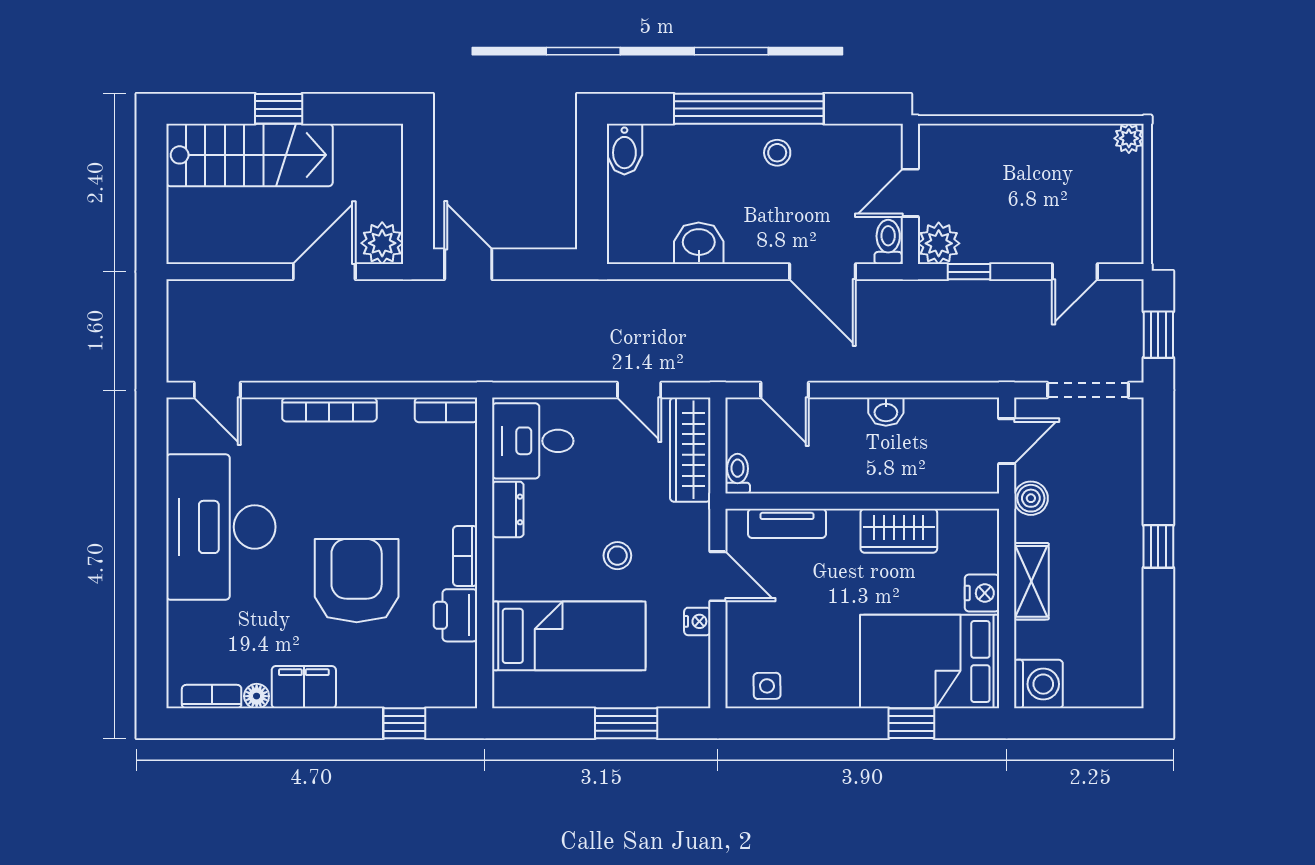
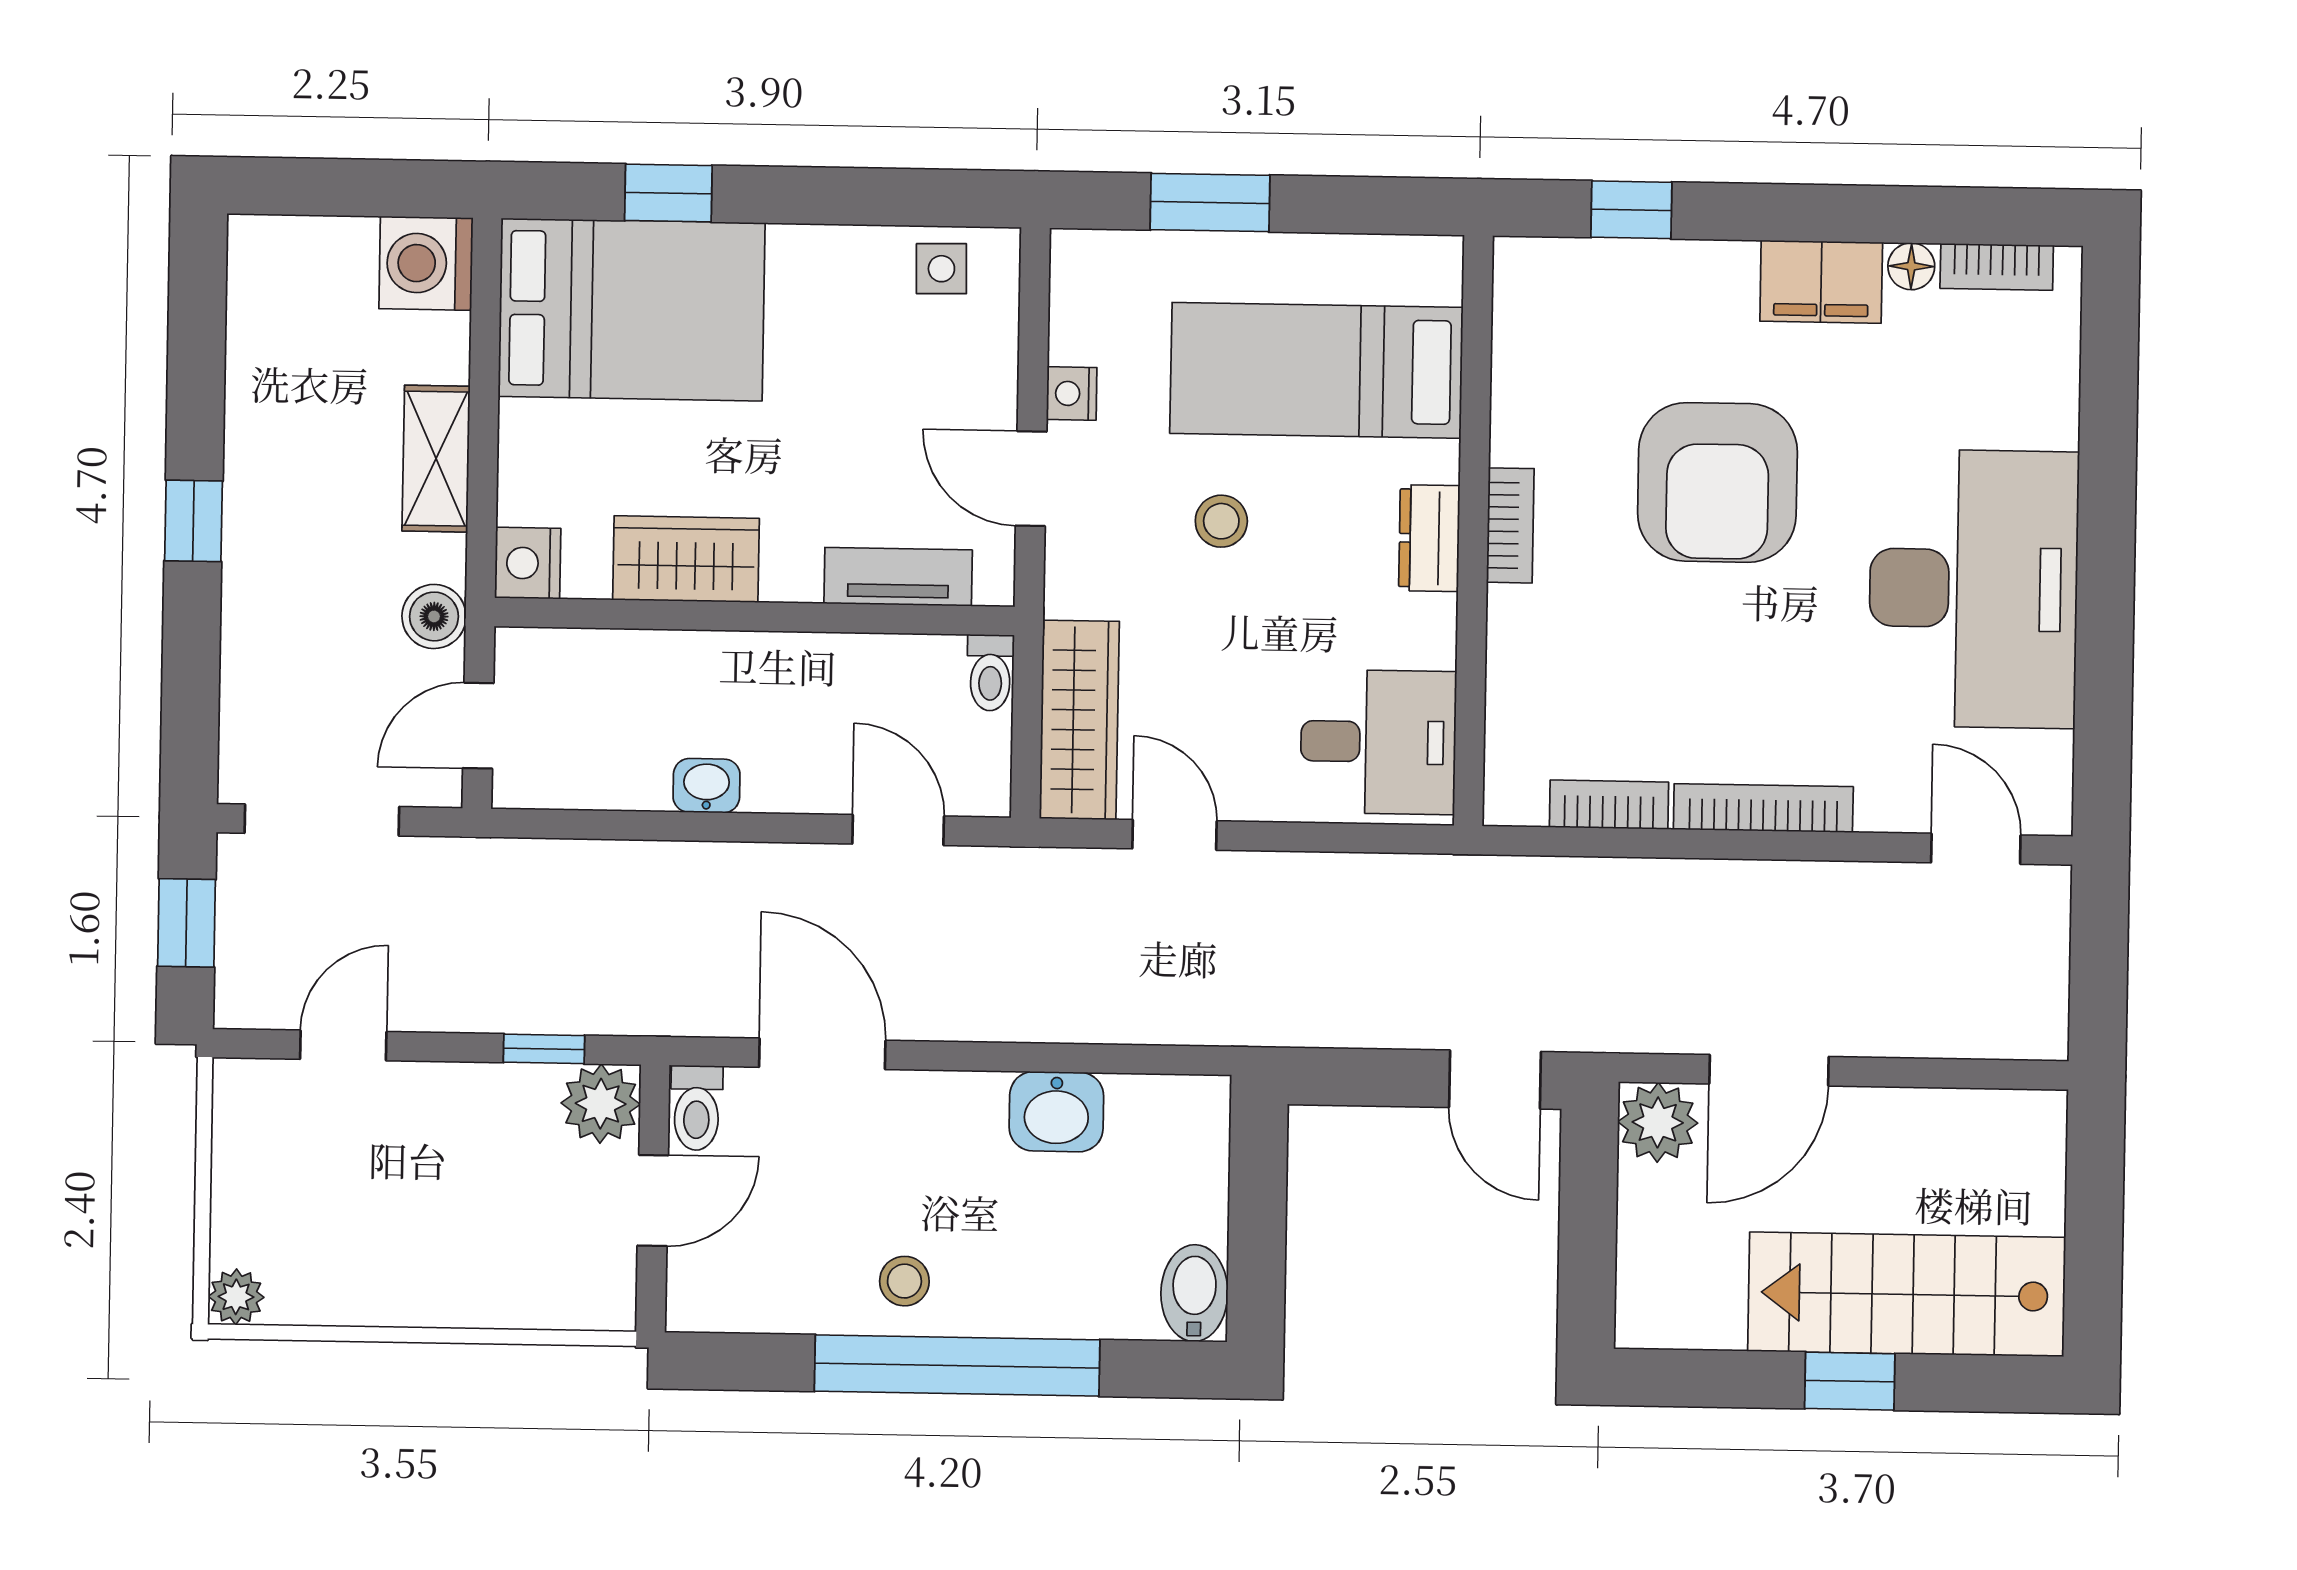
bookcase: (446, 410) -> (1609, 805), moved
dresser: (508, 509) -> (1429, 538), moved
nightstand: (982, 593) -> (528, 563), moved
printer: (456, 615) -> (1531, 413), removed

